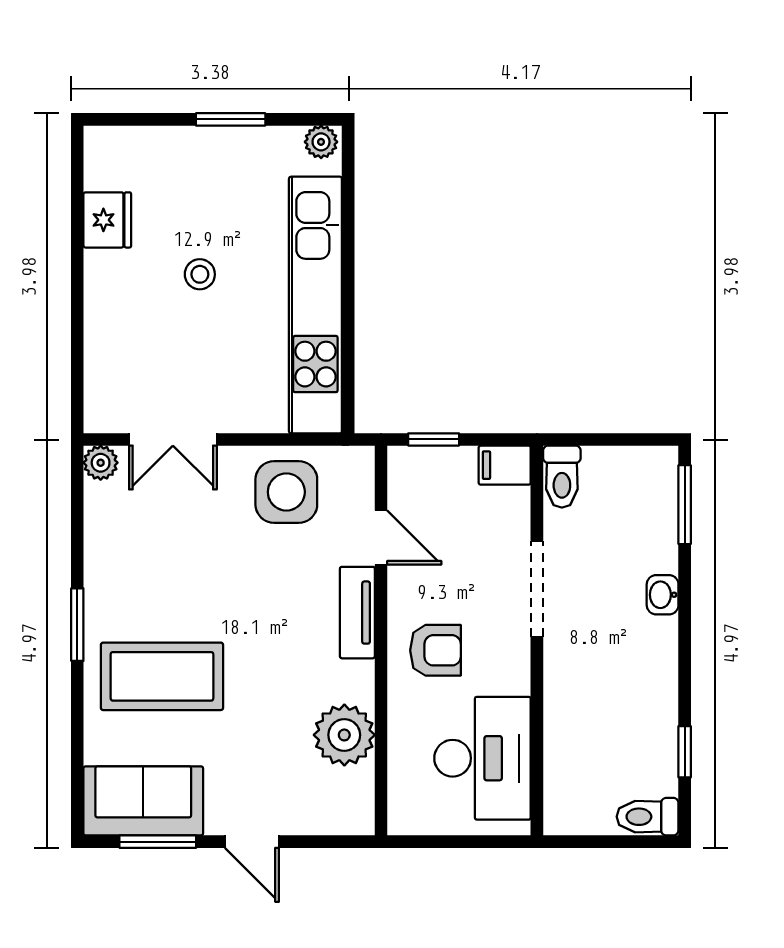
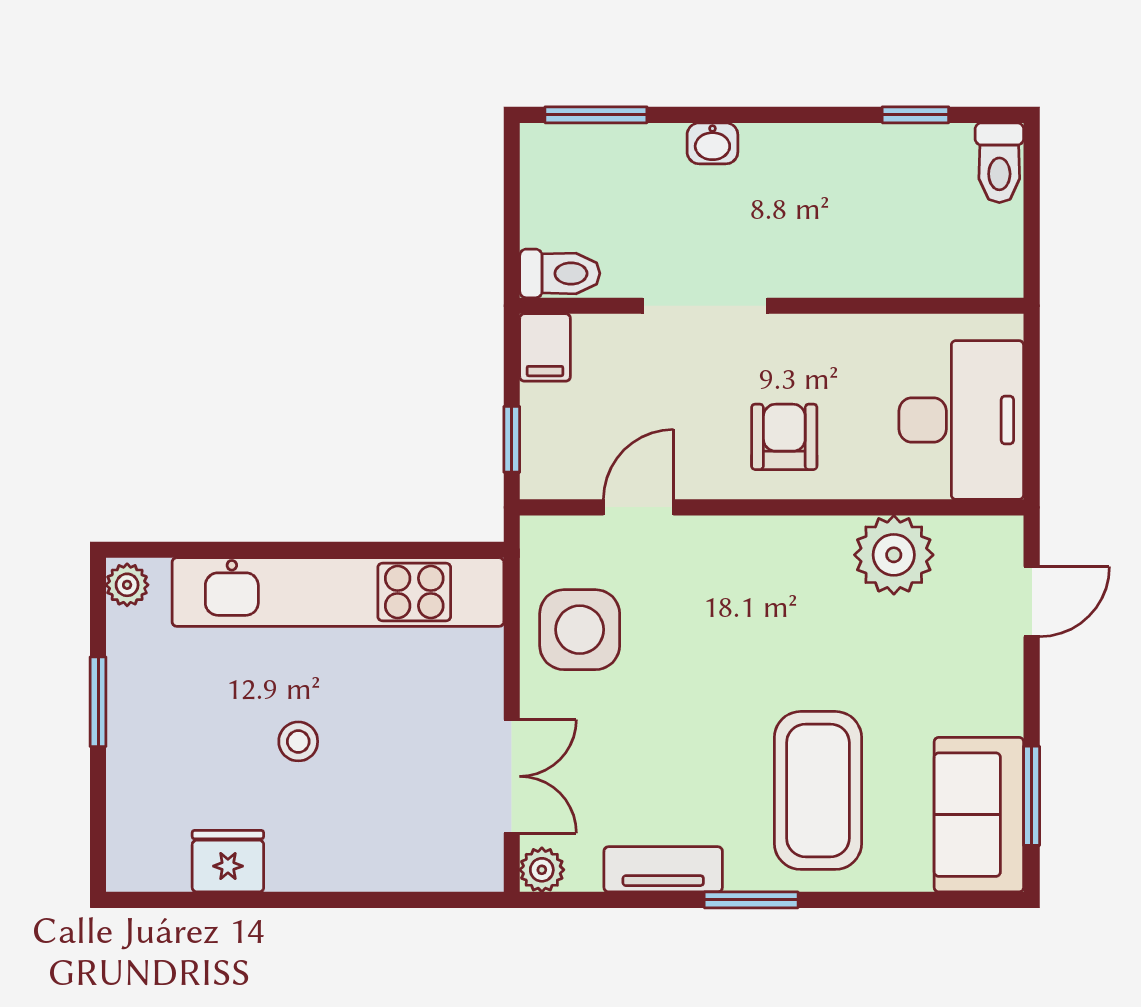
tv unit: (357, 613) -> (663, 869), moved, turned 180
desk: (483, 758) -> (961, 420), moved, turned 90
door: (252, 842) -> (1032, 602), moved

